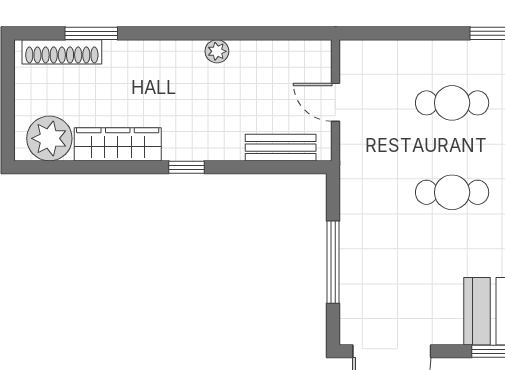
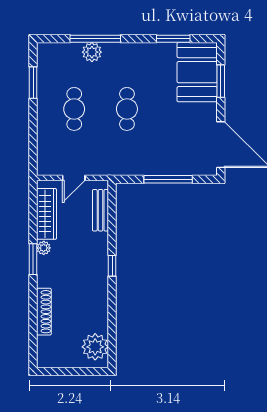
window: (91, 33) -> (33, 259), moved
shoe rack: (62, 52) -> (44, 312), moved
wardrobe: (118, 144) -> (47, 214), moved, turned 180

